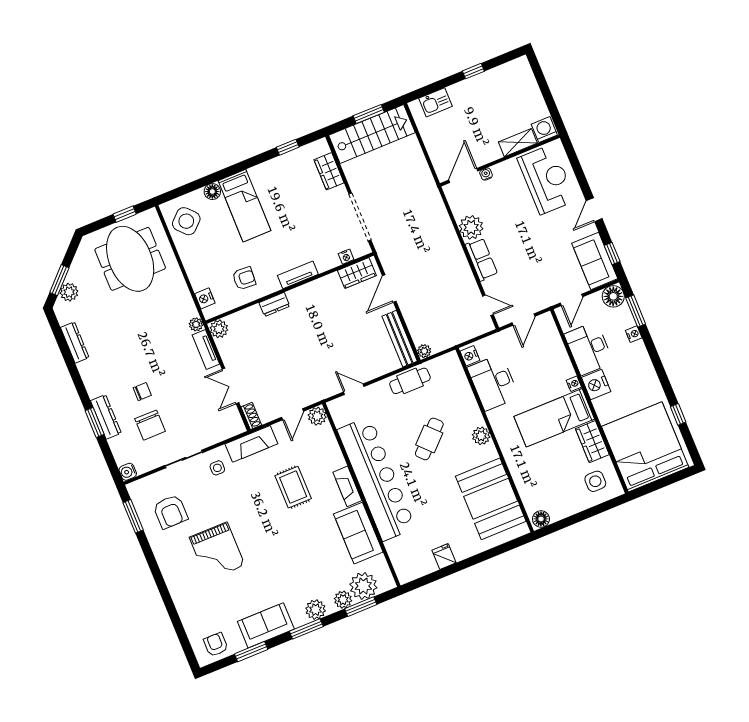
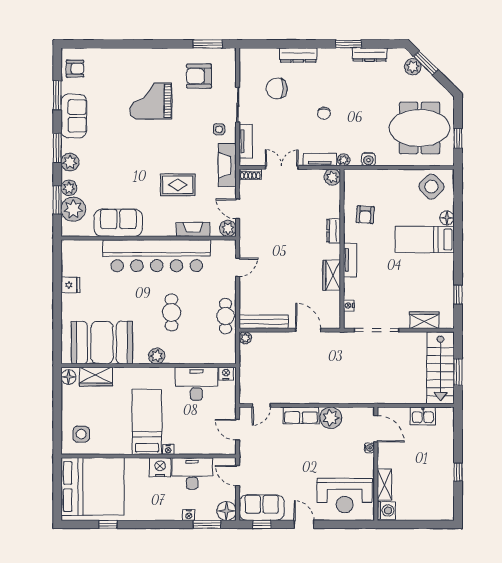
kitchen sink: (435, 102) -> (423, 416), moved, turned -90
wardrobe: (357, 273) -> (332, 275), moved
nightstand: (205, 298) -> (362, 176), removed
chair: (142, 392) -> (324, 113), moved
window: (95, 423) -> (349, 44), moved
tv unit: (219, 435) -> (246, 141), added
cafe table: (429, 439) -> (172, 312), turned 44
wardrobe: (592, 442) -> (96, 377), moved, turned 180
water cooler: (128, 472) -> (368, 159), moved, turned 180
fireplace: (347, 486) -> (193, 229), moved

